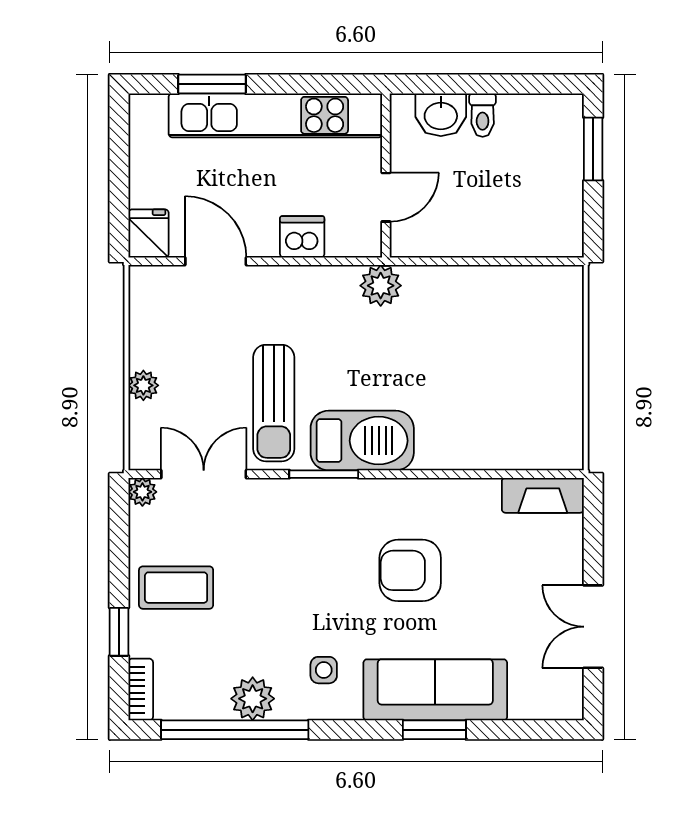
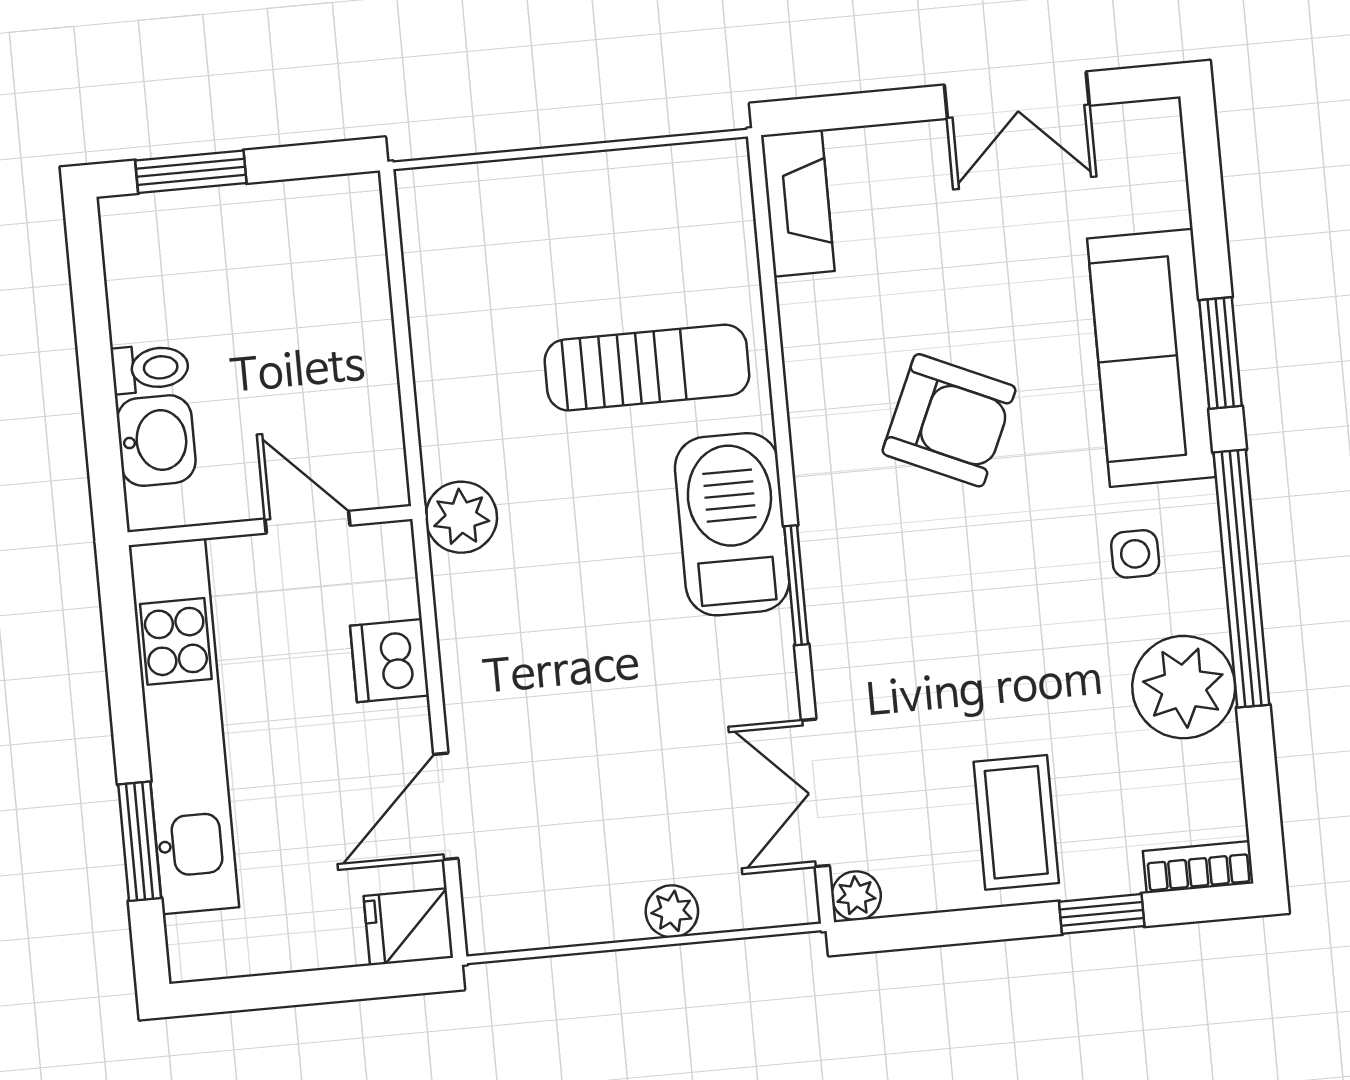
sun lounger: (274, 403) -> (647, 368), moved
armchair: (410, 570) -> (949, 420), turned -66
plant: (253, 699) -> (1184, 687), width x1.36, depth x1.36
window: (235, 730) -> (1241, 579), moved

